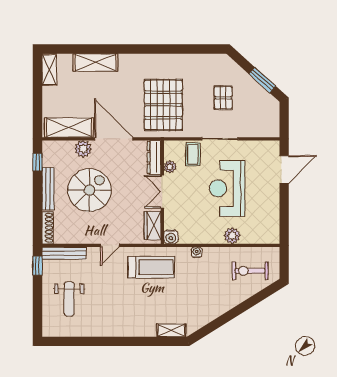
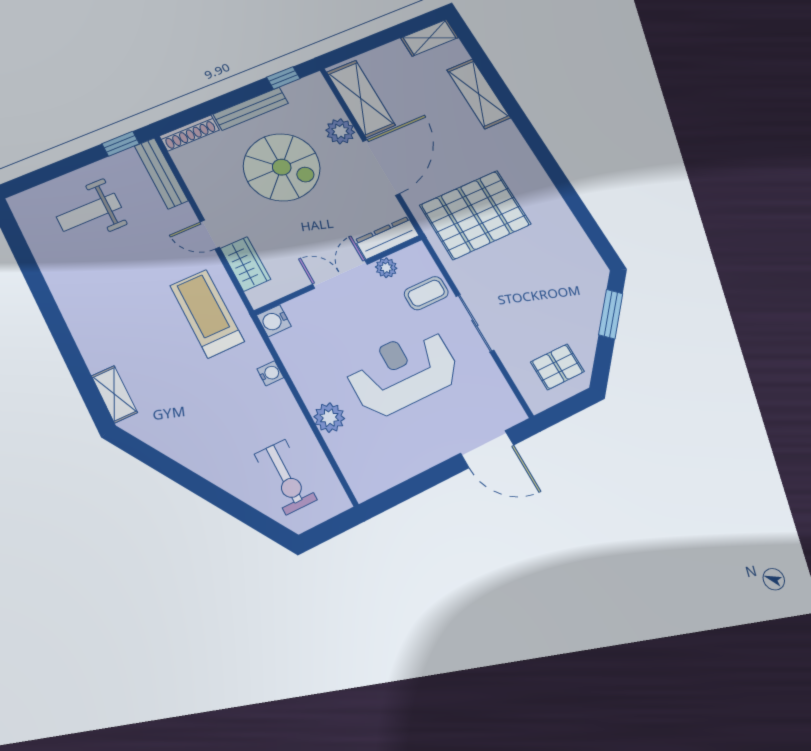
window: (262, 80) -> (611, 314), moved
pallet: (223, 98) -> (557, 367), moved
wardrobe: (152, 226) -> (245, 264), moved, turned 90
treadmill: (151, 267) -> (207, 313), turned 180
exercise bike: (250, 271) -> (286, 477), turned 180

